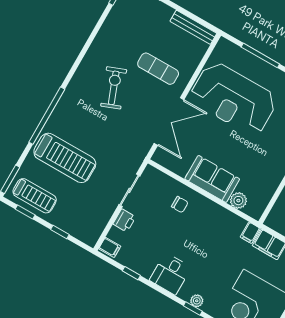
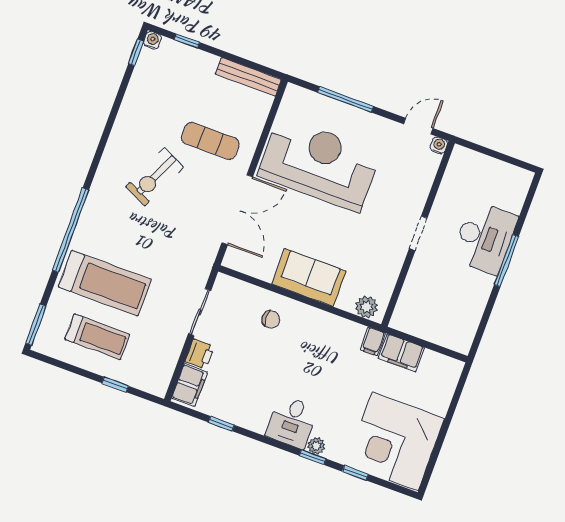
exercise bike: (114, 88) -> (155, 177), turned -134
reception desk: (234, 99) -> (319, 164), turned 180
treadmill: (35, 196) -> (97, 337), moved
plant: (238, 201) -> (367, 307), moved
window: (25, 212) -> (64, 366), removed
filing cabinet: (110, 247) -> (189, 385), width x2.00
desk: (170, 274) -> (292, 422), moved

